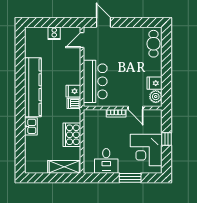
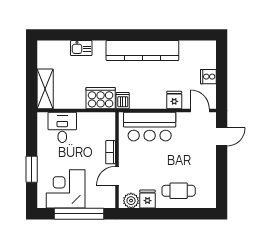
cafe table: (154, 44) -> (179, 191), moved
fridge: (73, 91) -> (174, 100), moved
kitchen sink: (31, 126) -> (81, 48), moved
cooker: (72, 135) -> (101, 98), moved
window: (167, 139) -> (79, 214), width x3.17
desk: (106, 161) -> (62, 127), moved, turned 90

